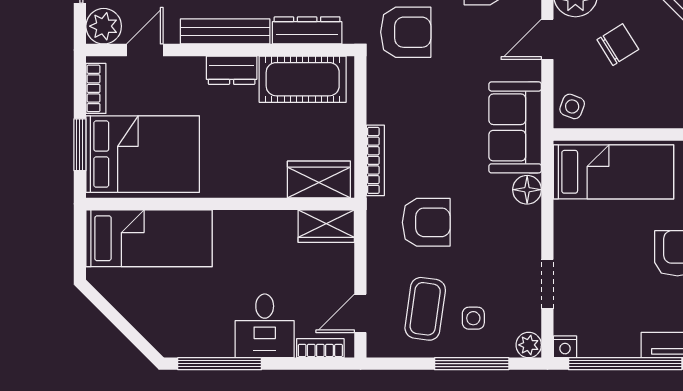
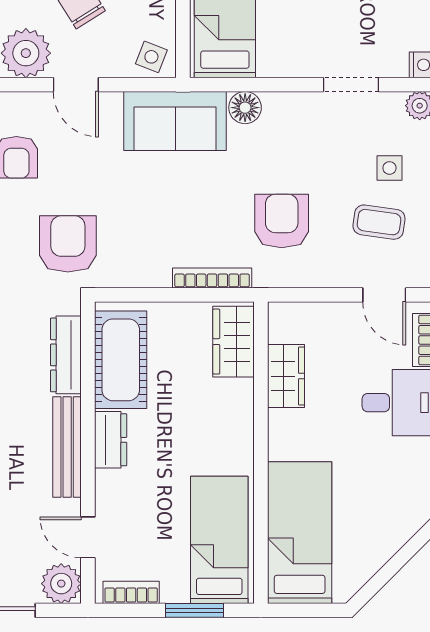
bed: (143, 154) -> (219, 540), width x0.67
wardrobe: (326, 226) -> (286, 376), moved
coffee table: (425, 309) -> (379, 222), width x0.73, depth x0.77

